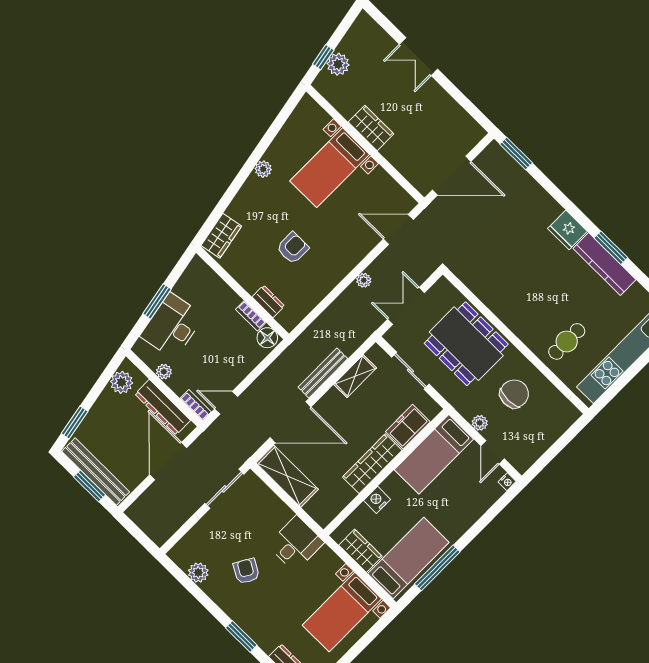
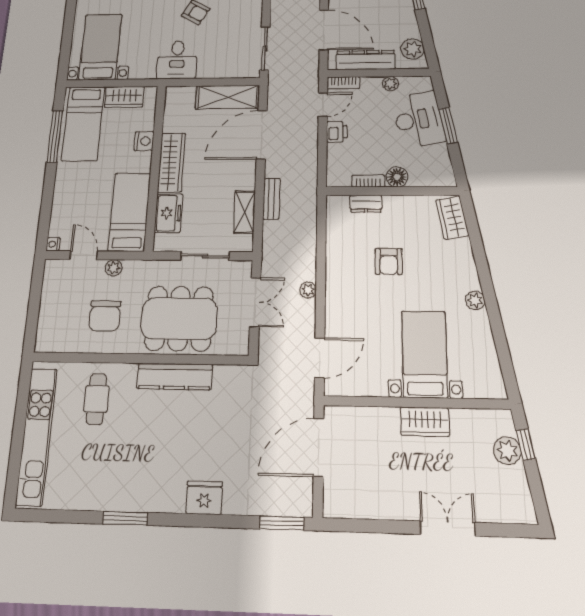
fridge: (567, 230) -> (204, 498), moved
kitchen counter: (604, 264) -> (175, 376), moved, turned 180
floor lamp: (267, 338) -> (397, 177), moved
printer: (237, 373) -> (337, 132), added
bench: (323, 373) -> (271, 199), width x0.73

